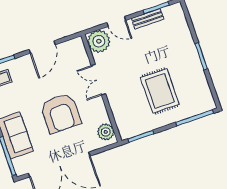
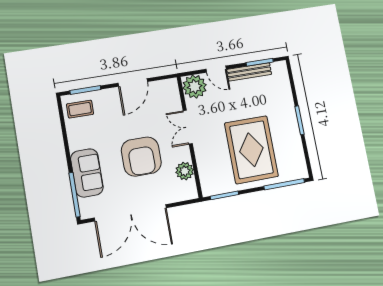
bench: (148, 19) -> (249, 72), width x1.36
rug: (160, 91) -> (251, 150), width x1.37, depth x1.44
plant: (106, 132) -> (185, 171), moved

